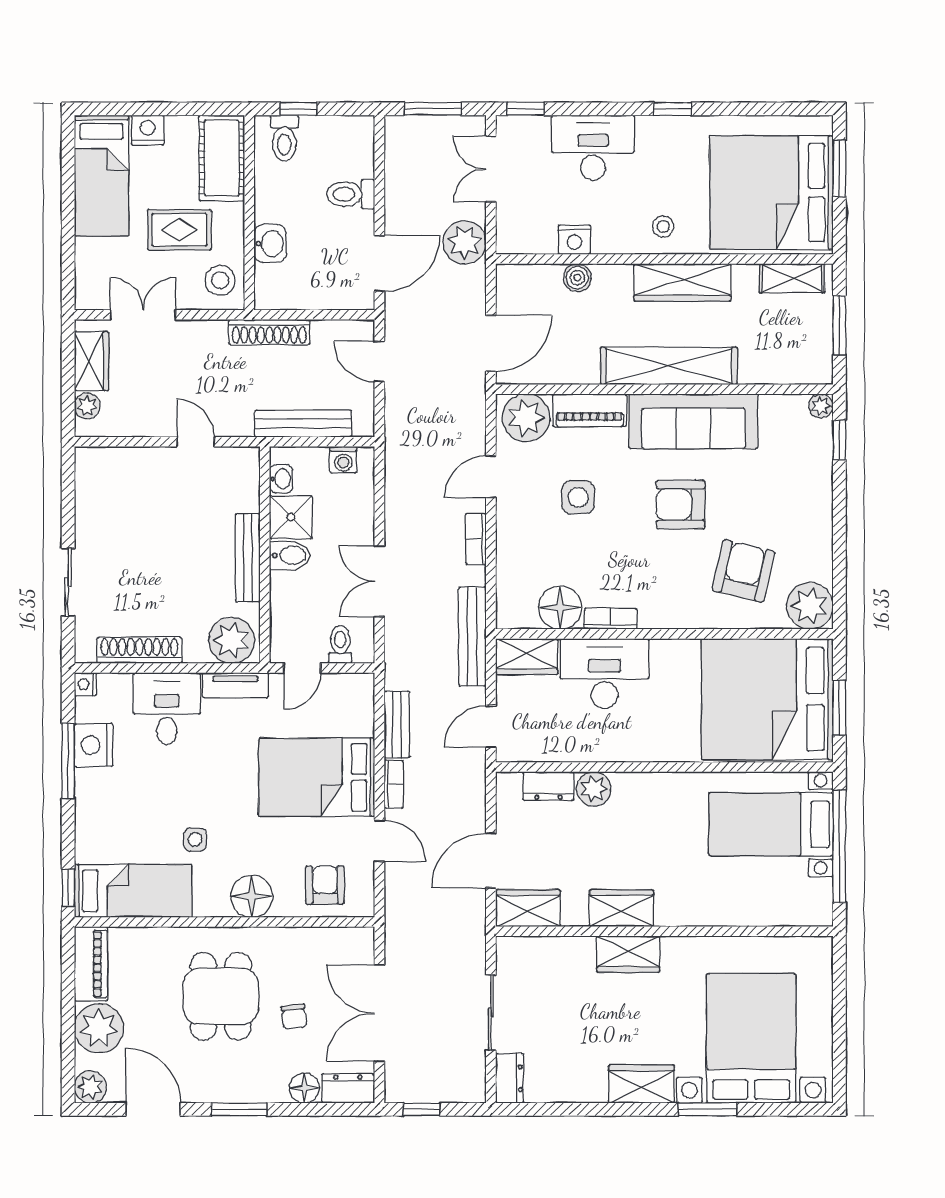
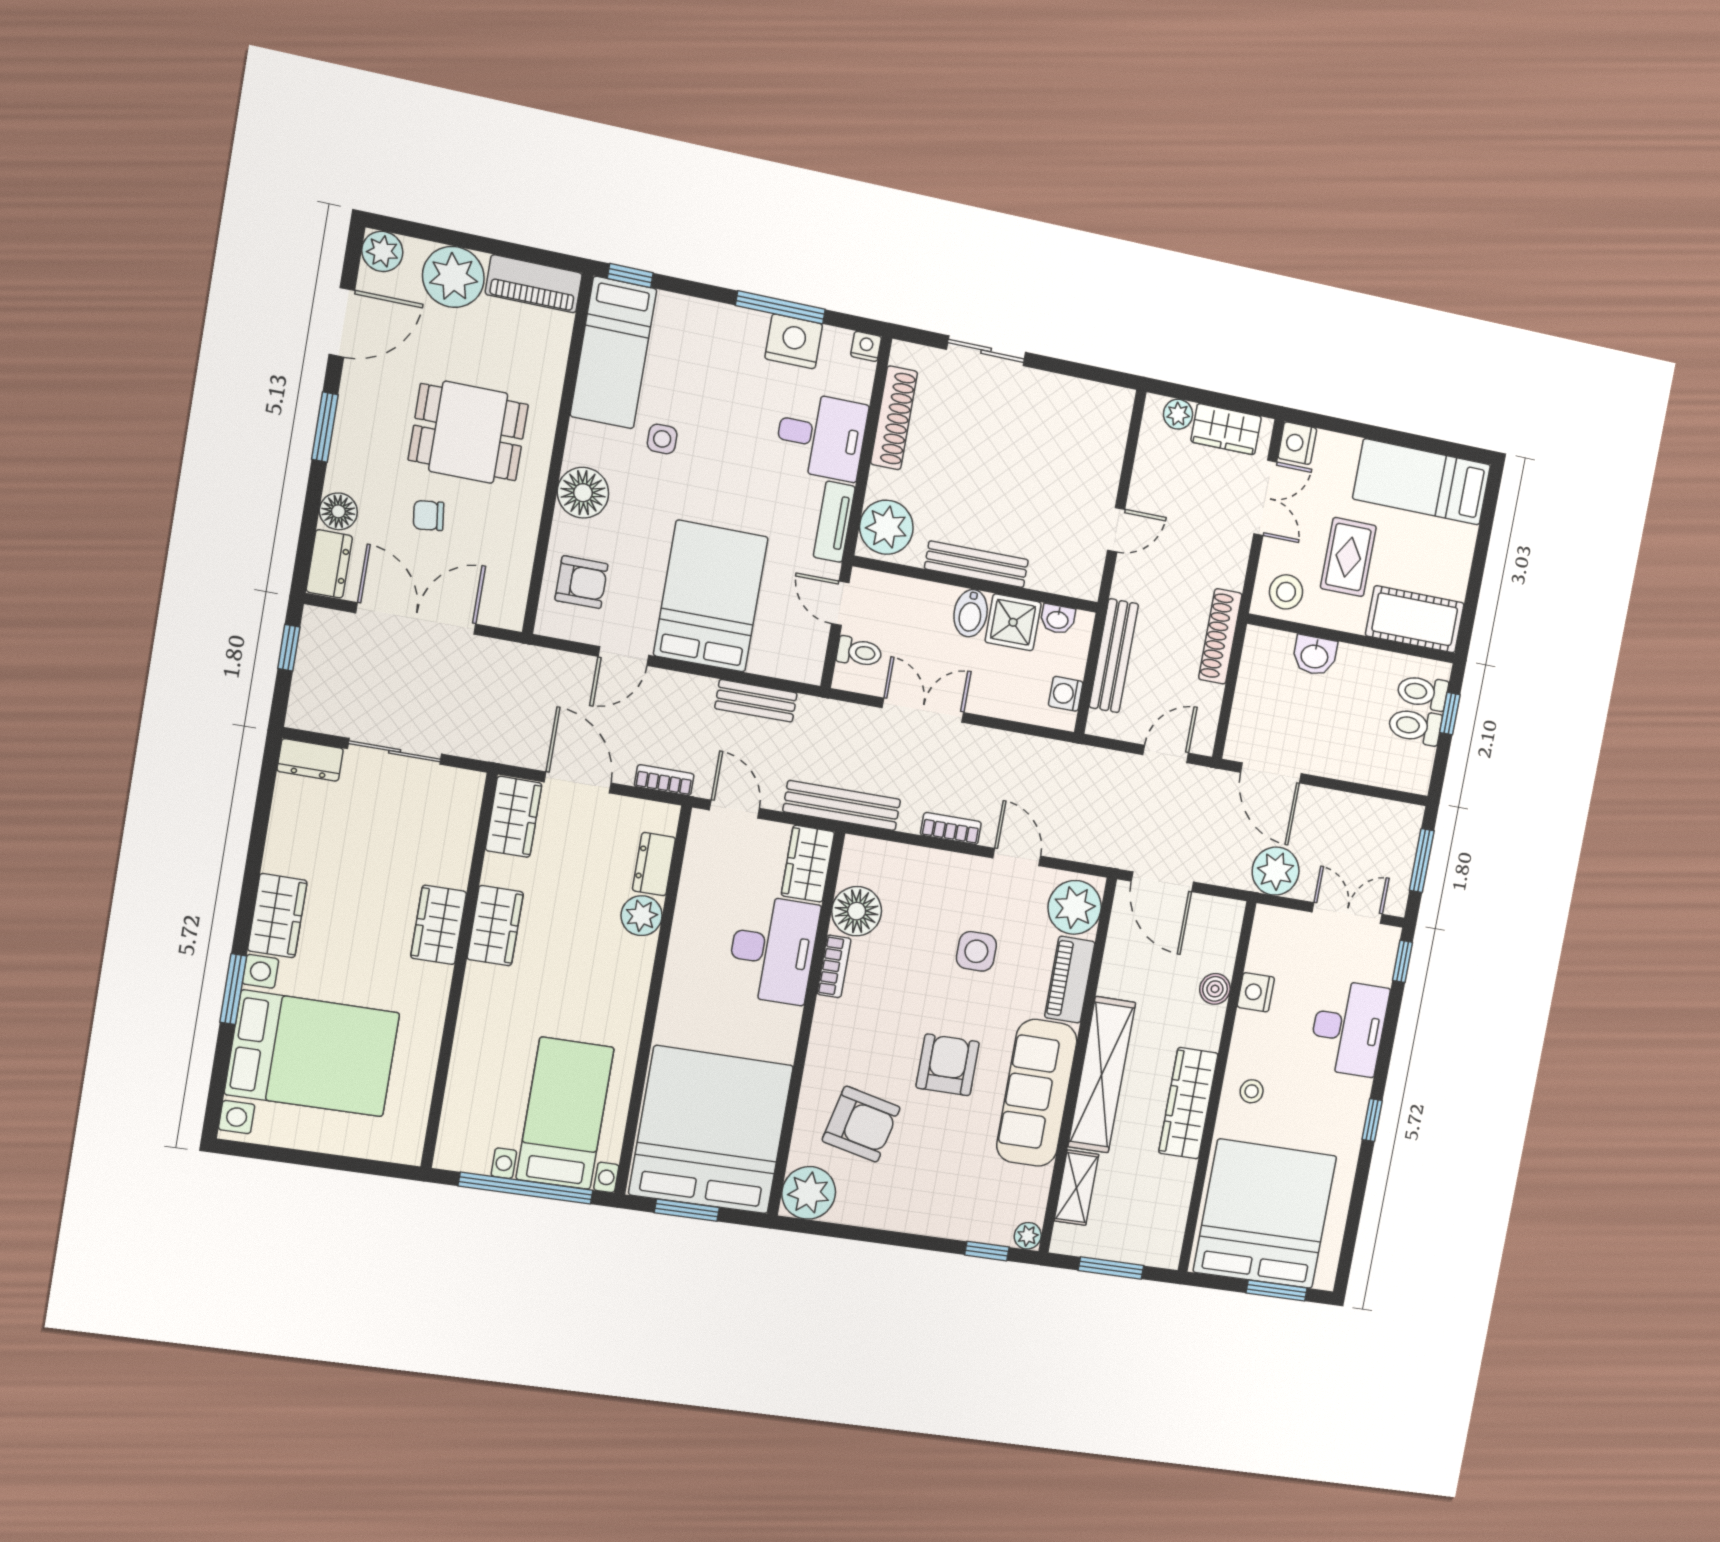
nightstand: (148, 130) -> (1297, 443), moved, turned 180
toilet: (351, 194) -> (1415, 726), moved, turned -90
shelving: (792, 278) -> (1076, 1188), moved
bookcase: (394, 784) -> (664, 780), moved, turned 180

